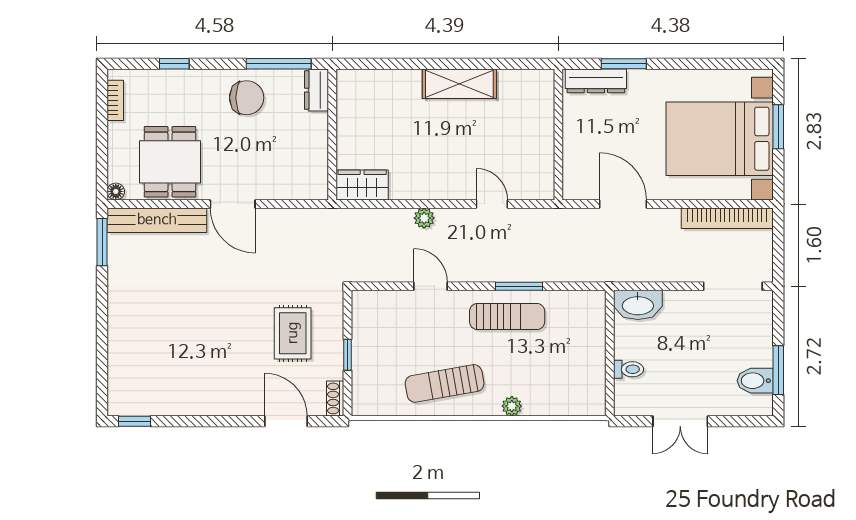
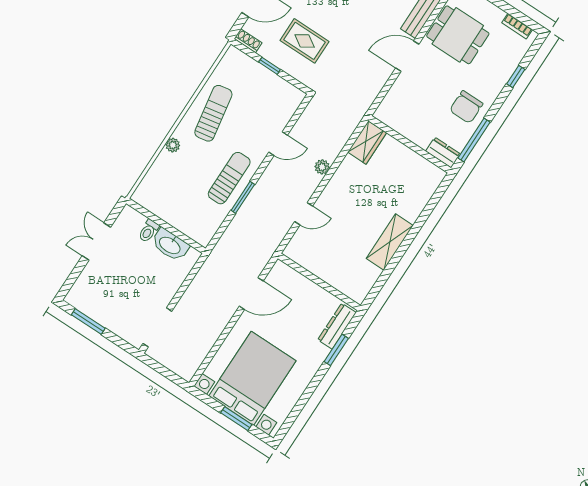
bookcase: (727, 218) -> (201, 351), removed
washbasin: (638, 305) -> (170, 245), moved, turned -90
sun lounger: (507, 316) -> (229, 178), turned 180
bidet: (755, 381) -> (91, 303), removed

